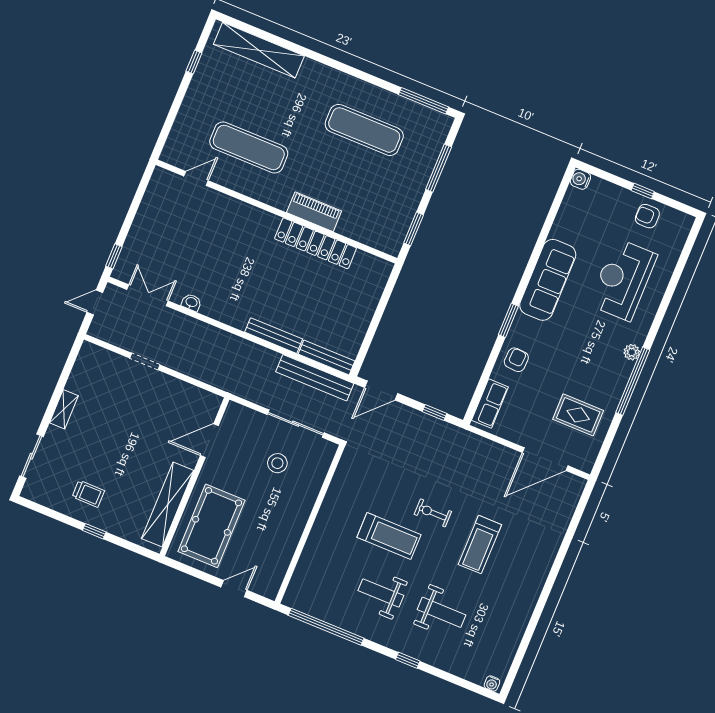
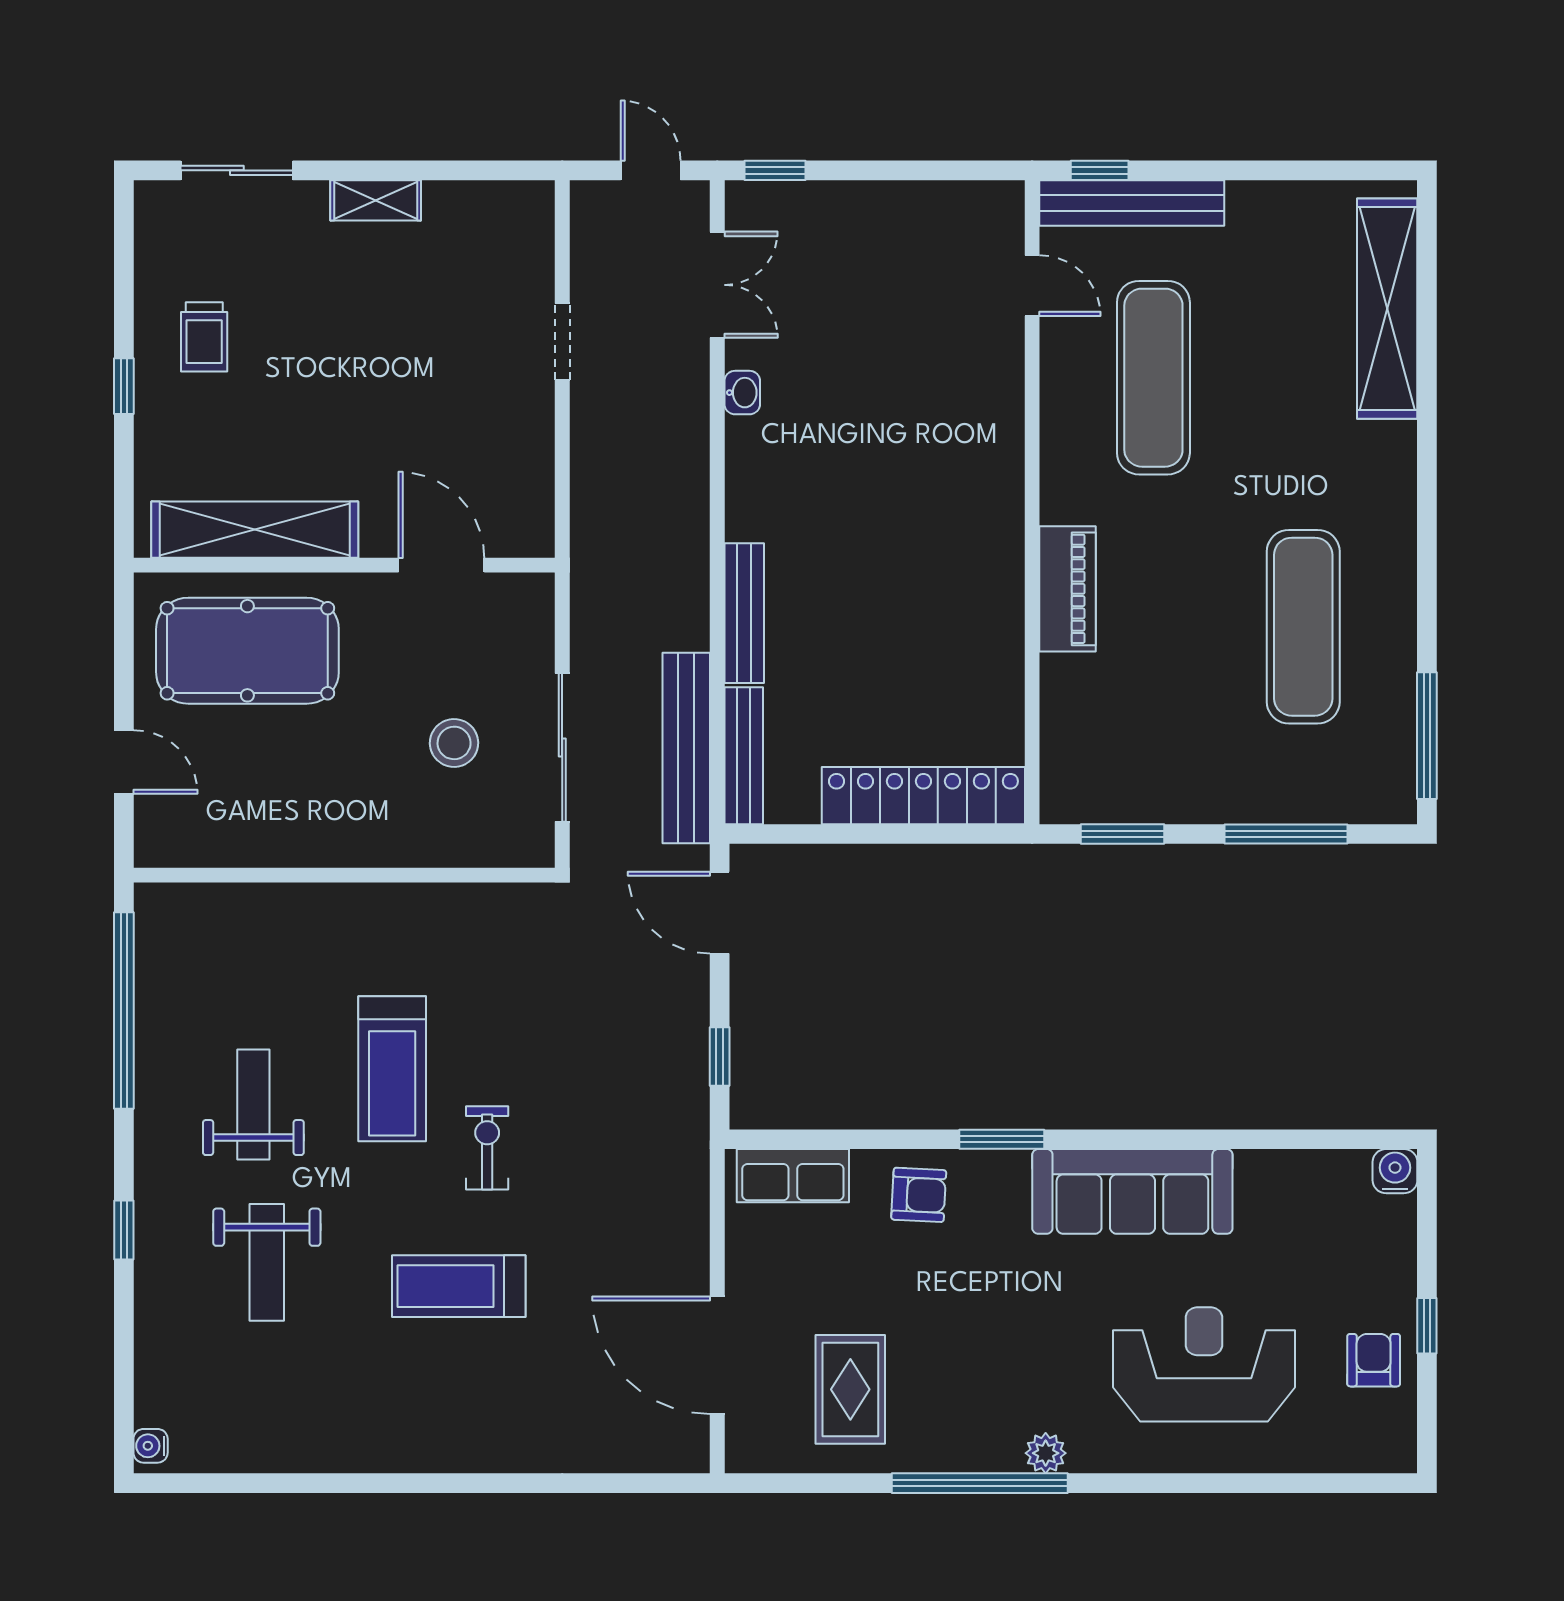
window: (194, 62) -> (1100, 170), moved
bench: (181, 129) -> (1132, 203), added
locker: (316, 243) -> (923, 796), moved, turned 90

